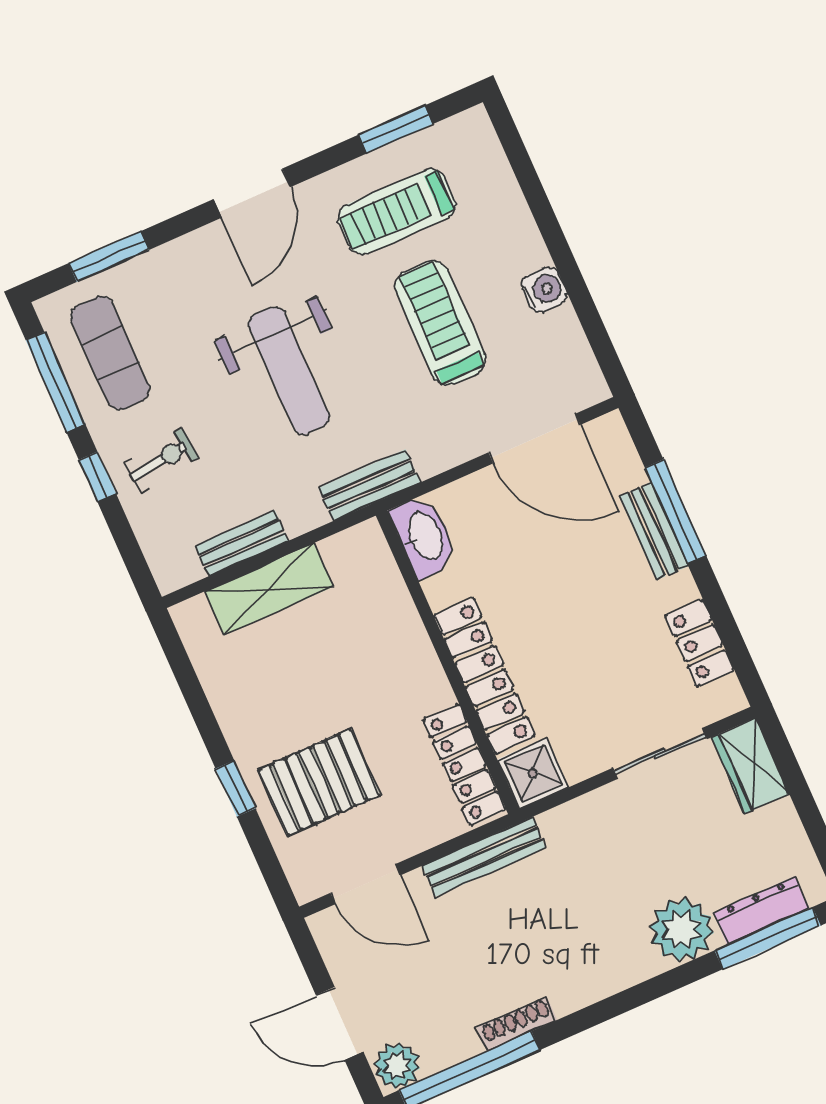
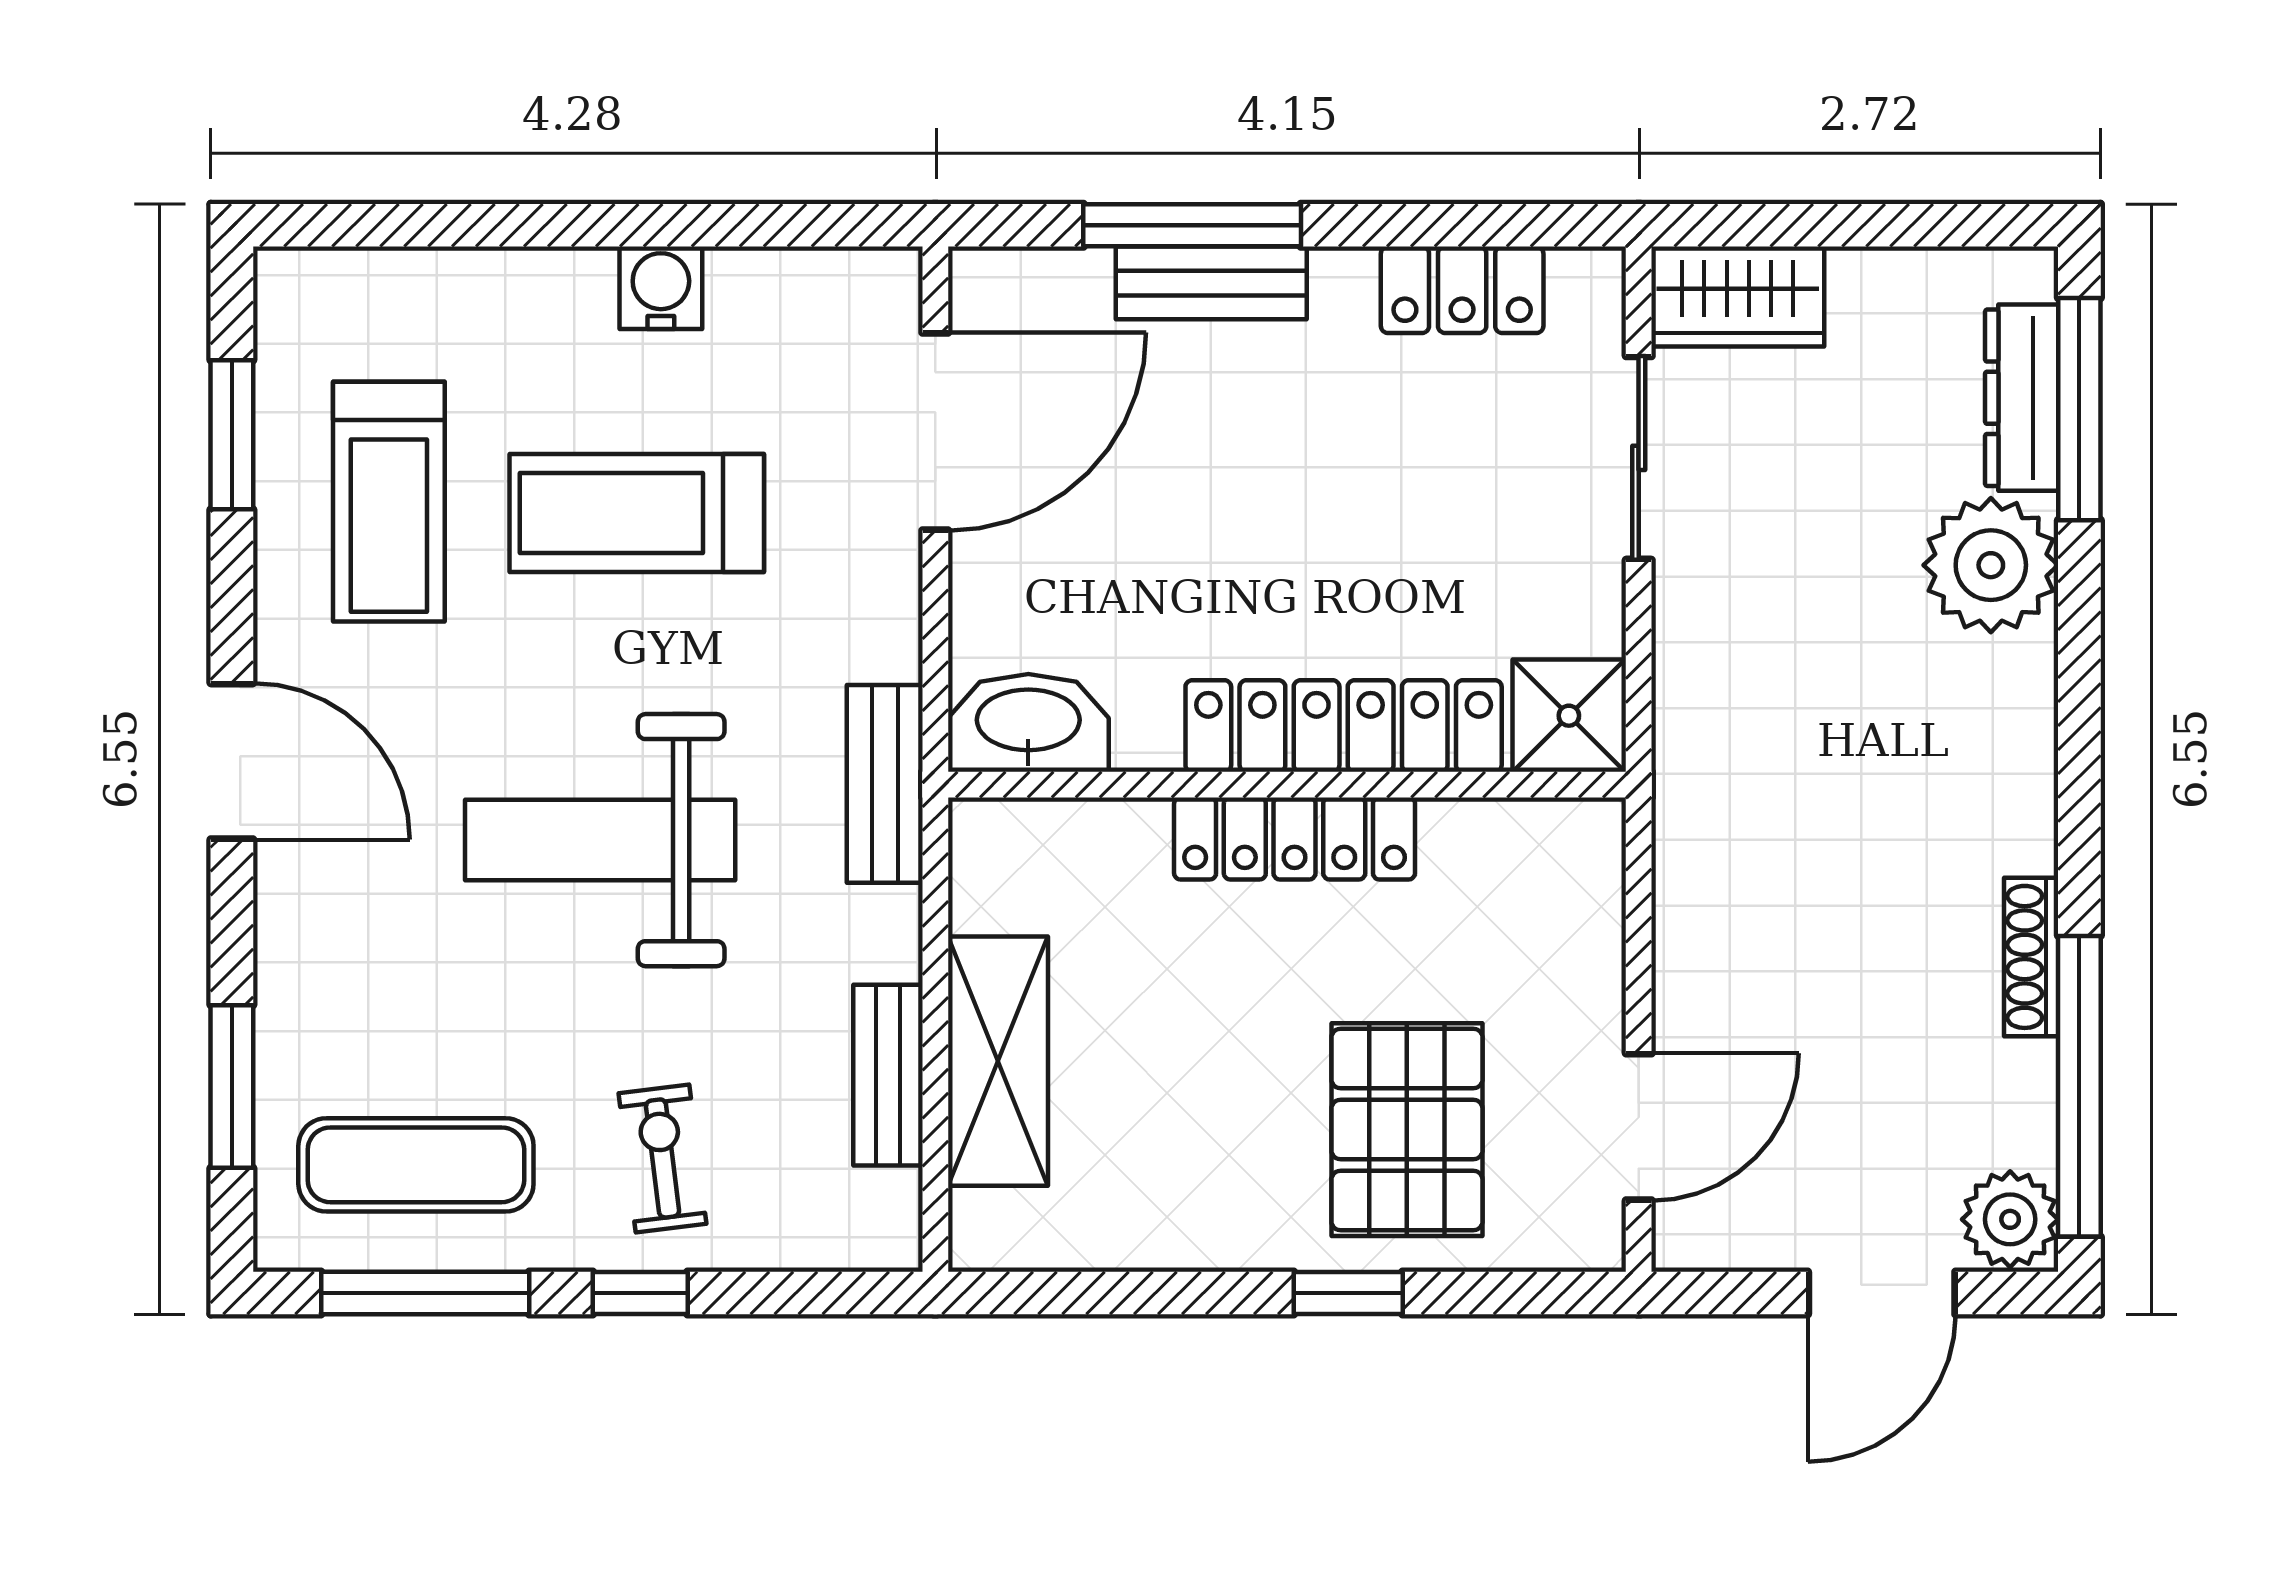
weight bench: (289, 371) -> (600, 840), turned 180
locker: (464, 764) -> (1295, 838), moved
bench: (484, 857) -> (1686, 879), removed

